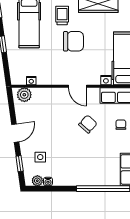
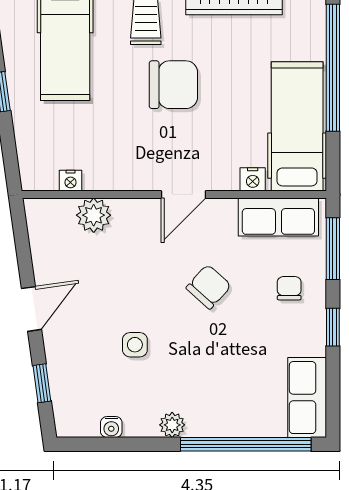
door: (78, 86) -> (183, 195), hinge flipped
plant: (24, 95) -> (94, 215), moved
side table: (40, 157) -> (135, 345), moved
plant: (37, 181) -> (172, 425), moved

